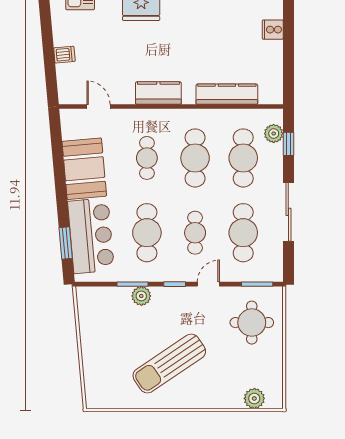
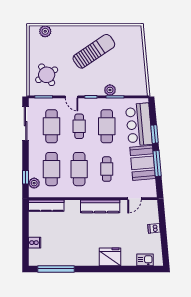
kitchen counter: (158, 93) -> (100, 206), width x1.50
kitchen counter: (227, 94) -> (46, 206), moved
door: (99, 107) -> (134, 199), hinge flipped
window: (59, 168) -> (157, 163), added
sliding door: (288, 212) -> (26, 124), moved
window: (66, 243) -> (154, 134), moved
door: (208, 284) -> (72, 97), hinge flipped
round table: (252, 323) -> (47, 75), turned -32

